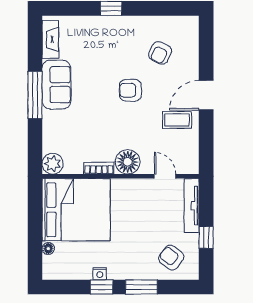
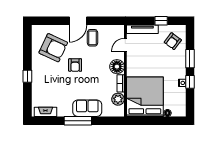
armchair: (160, 53) -> (53, 48), width x1.88, depth x1.88
sofa: (56, 85) -> (87, 108), moved
door: (206, 95) -> (78, 21), hinge flipped
plant: (53, 164) -> (118, 99), moved

